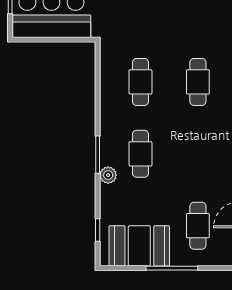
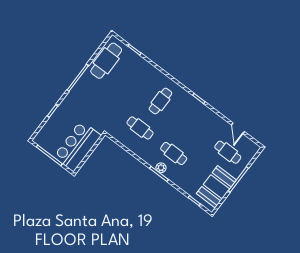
cafe table: (198, 82) -> (160, 101), turned 90
plant: (108, 175) -> (161, 168), moved

